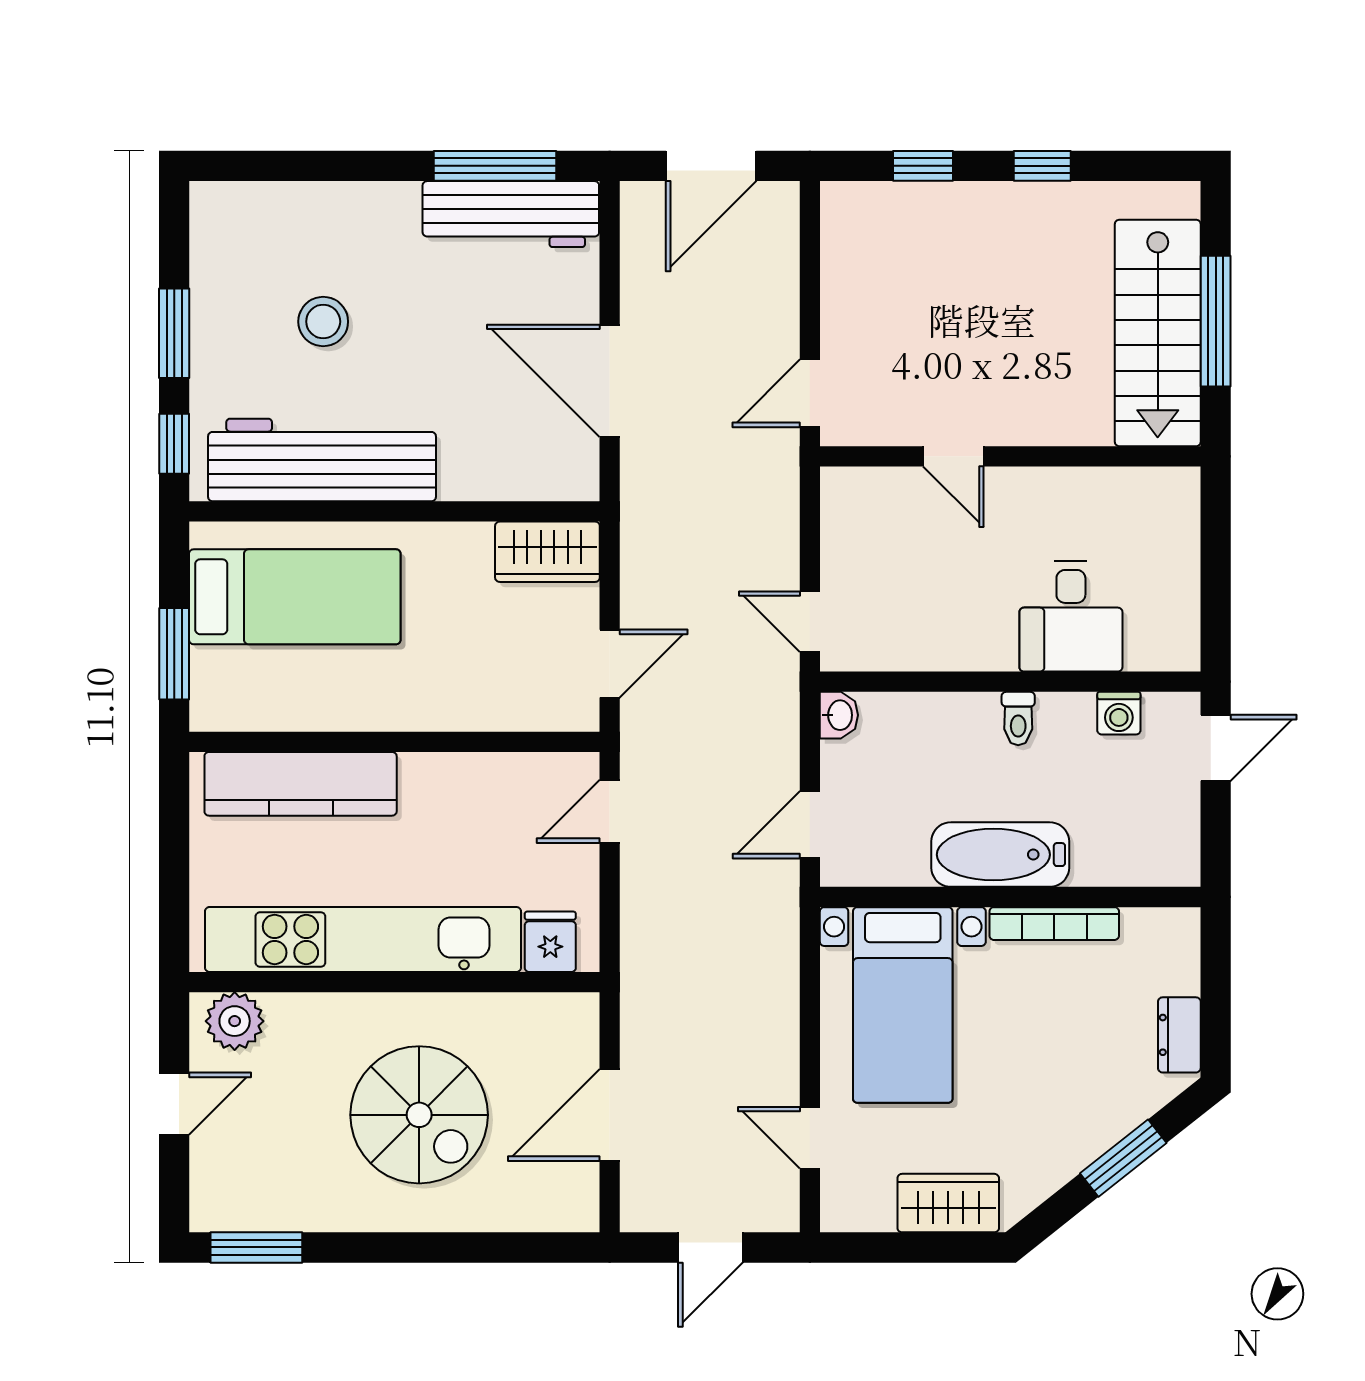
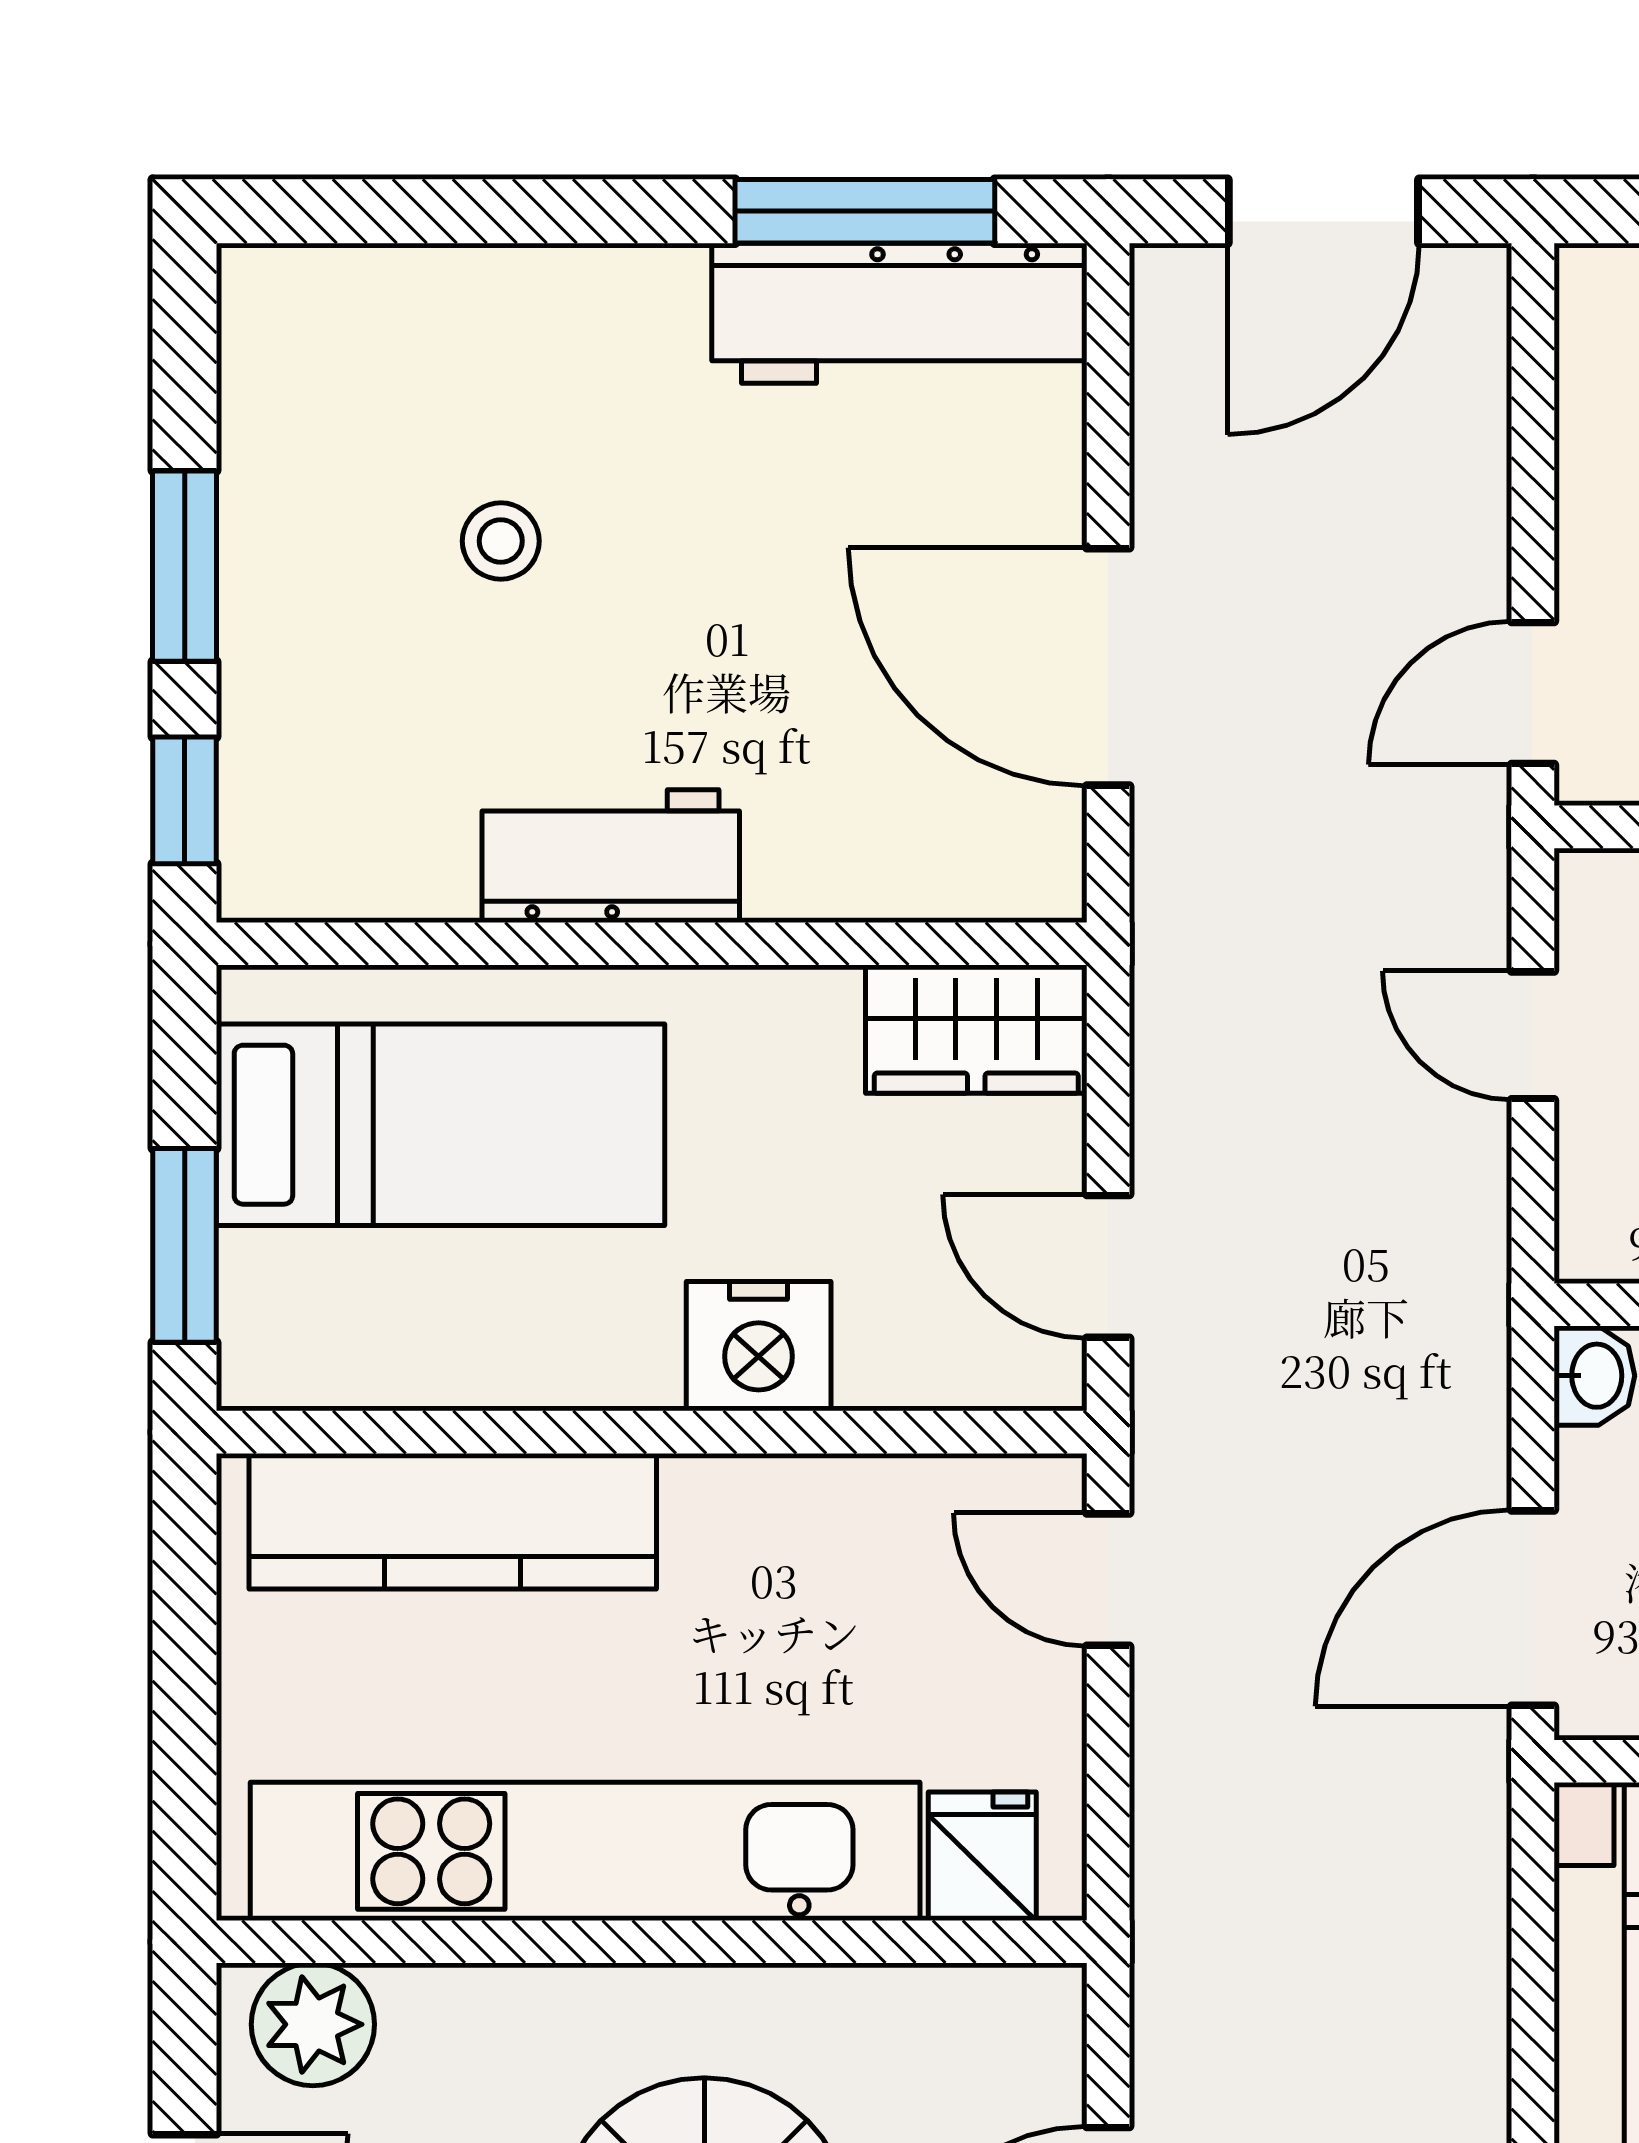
stool: (323, 322) -> (501, 541), width x0.73, depth x0.73
workbench: (322, 460) -> (611, 856), width x0.53, depth x0.76
door: (810, 622) -> (1533, 1035), moved
door: (610, 664) -> (1108, 1266), swing flipped
nightstand: (445, 701) -> (759, 1346), added
door: (610, 811) -> (1108, 1580), hinge flipped
door: (810, 825) -> (1533, 1608), width x1.38

